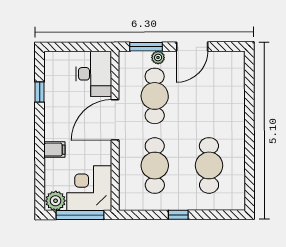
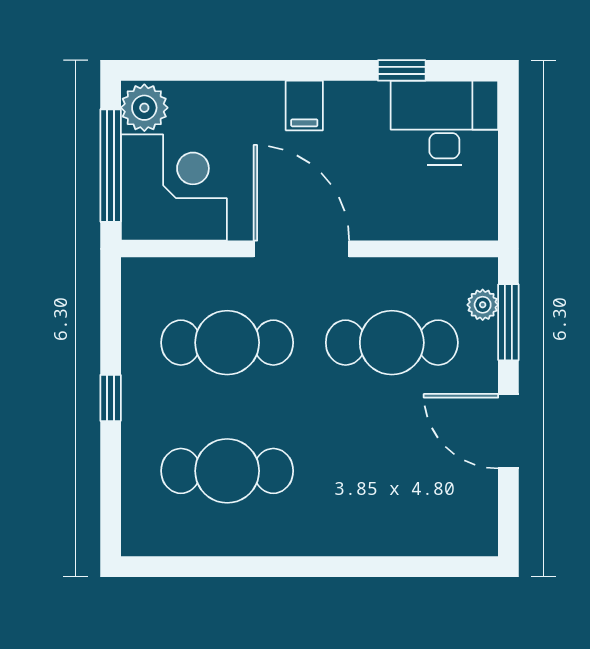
plant: (158, 58) -> (483, 305), moved
desk: (94, 74) -> (444, 123), moved, turned 180
door: (115, 120) -> (301, 249), moved
filing cabinet: (54, 150) -> (304, 105), moved

